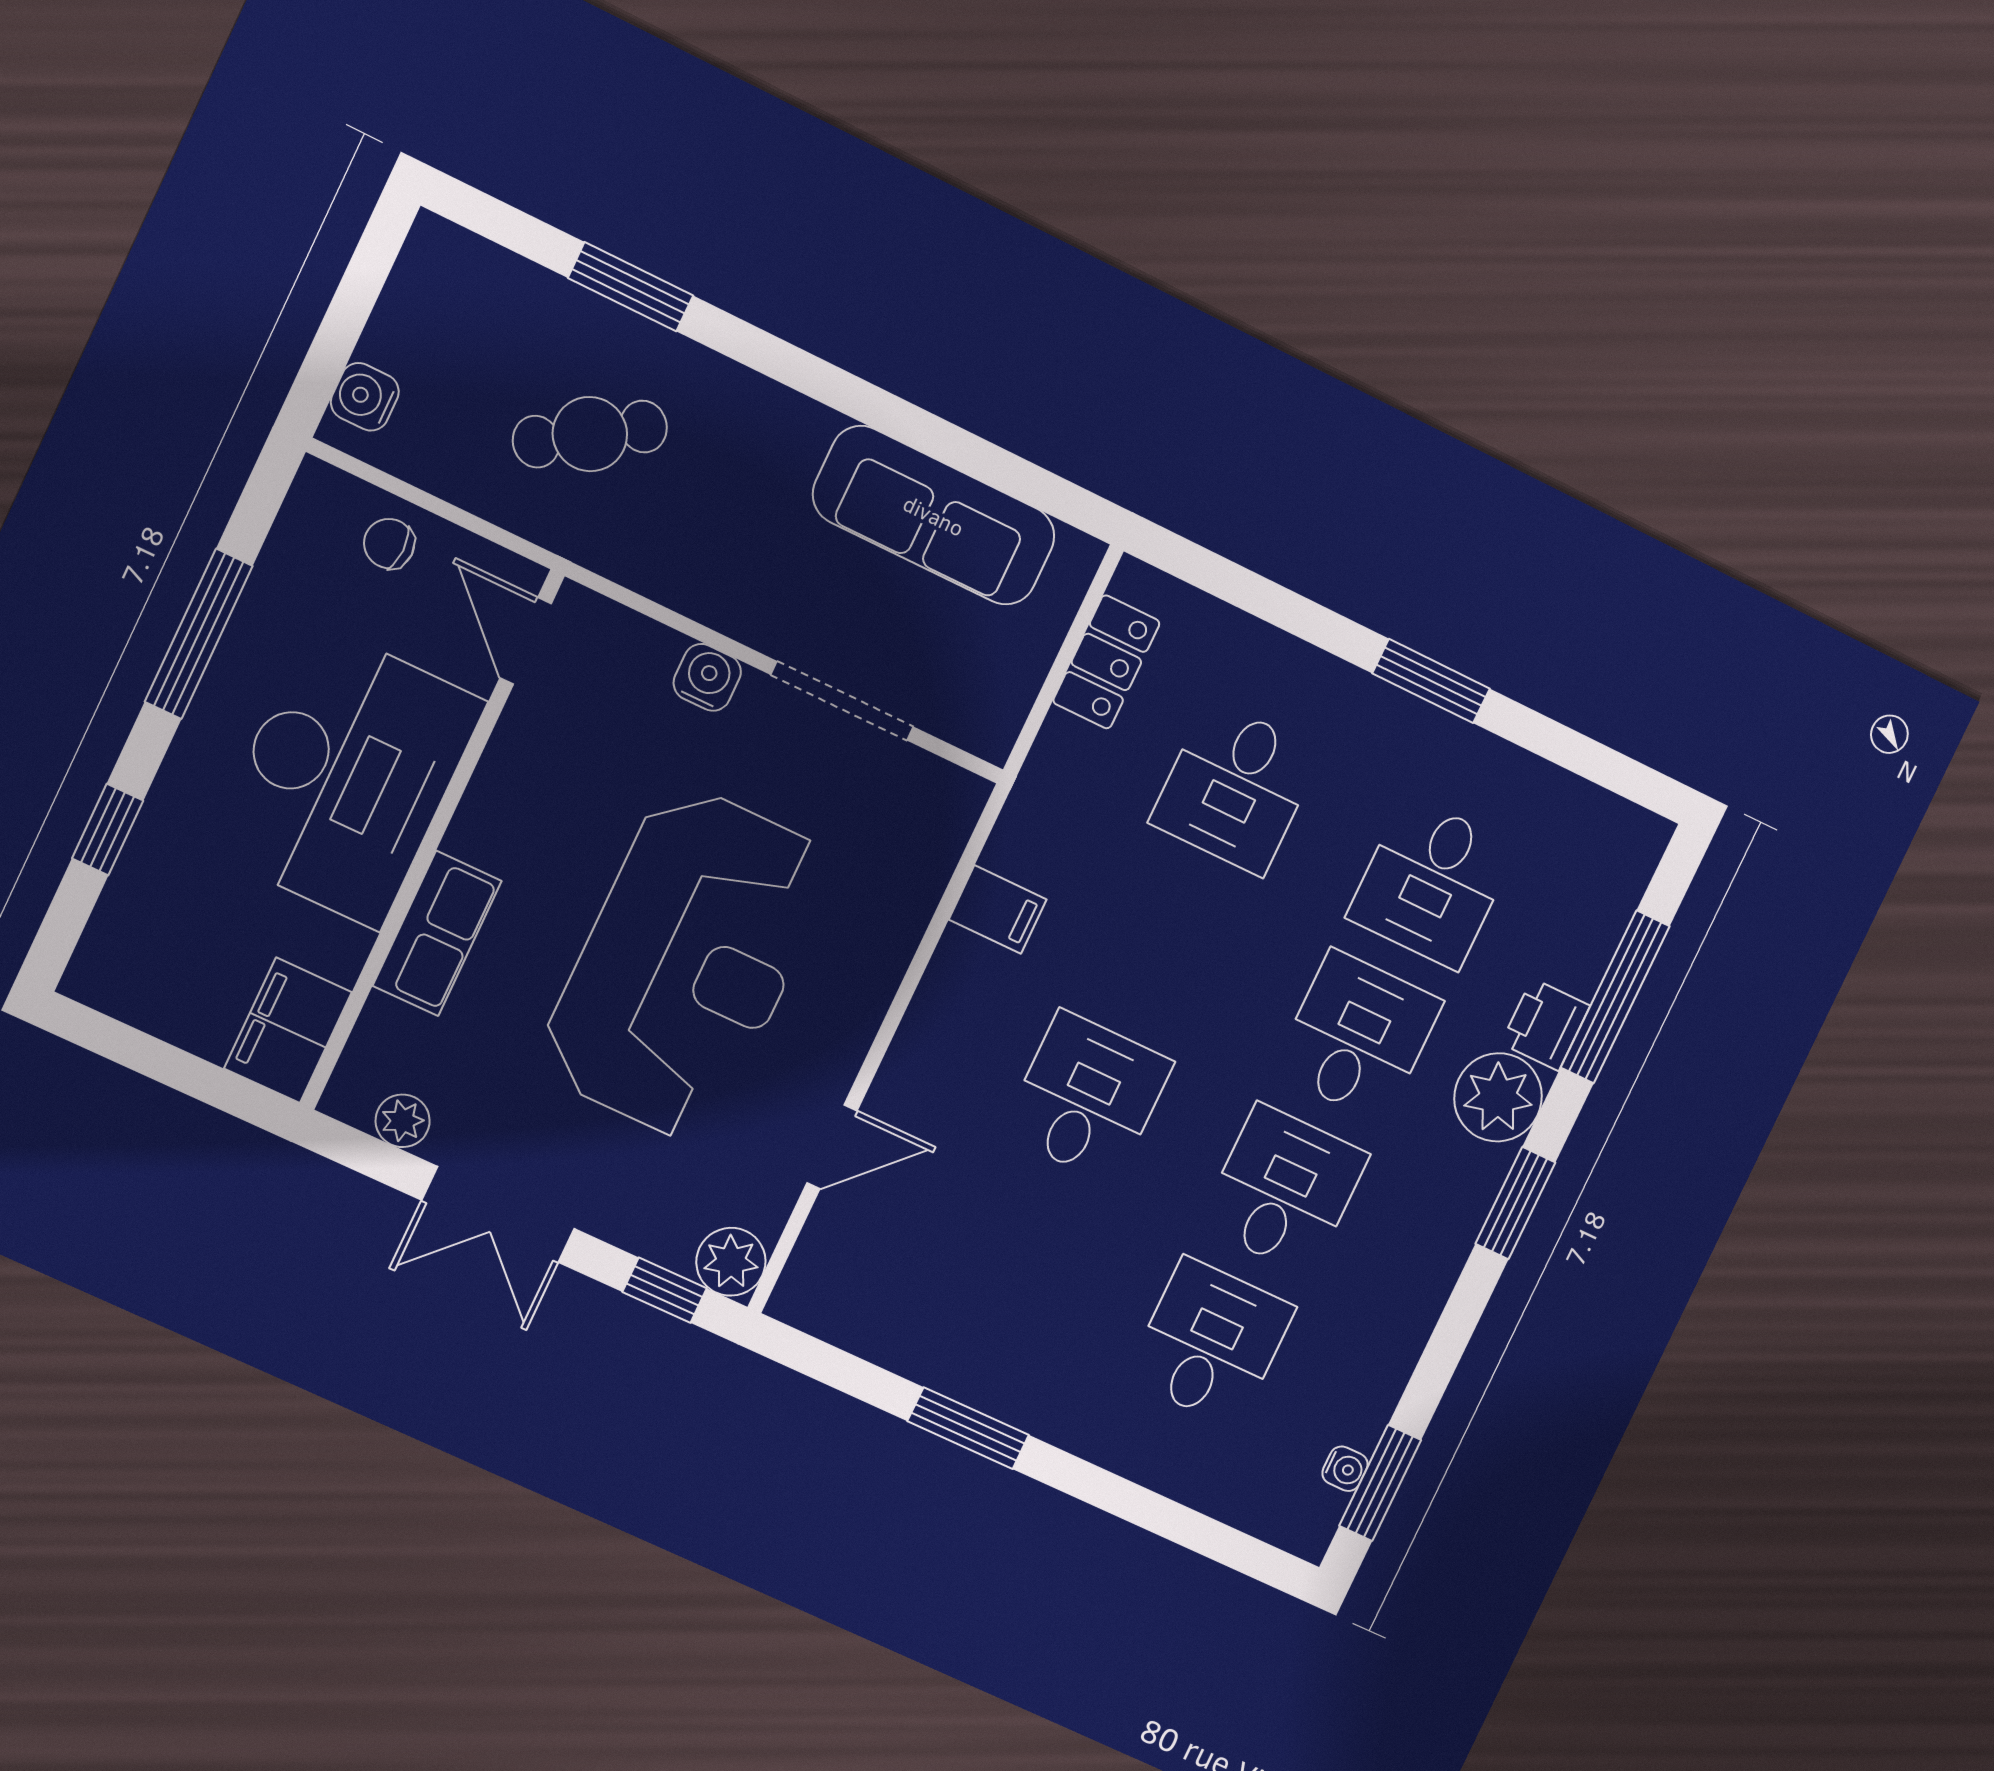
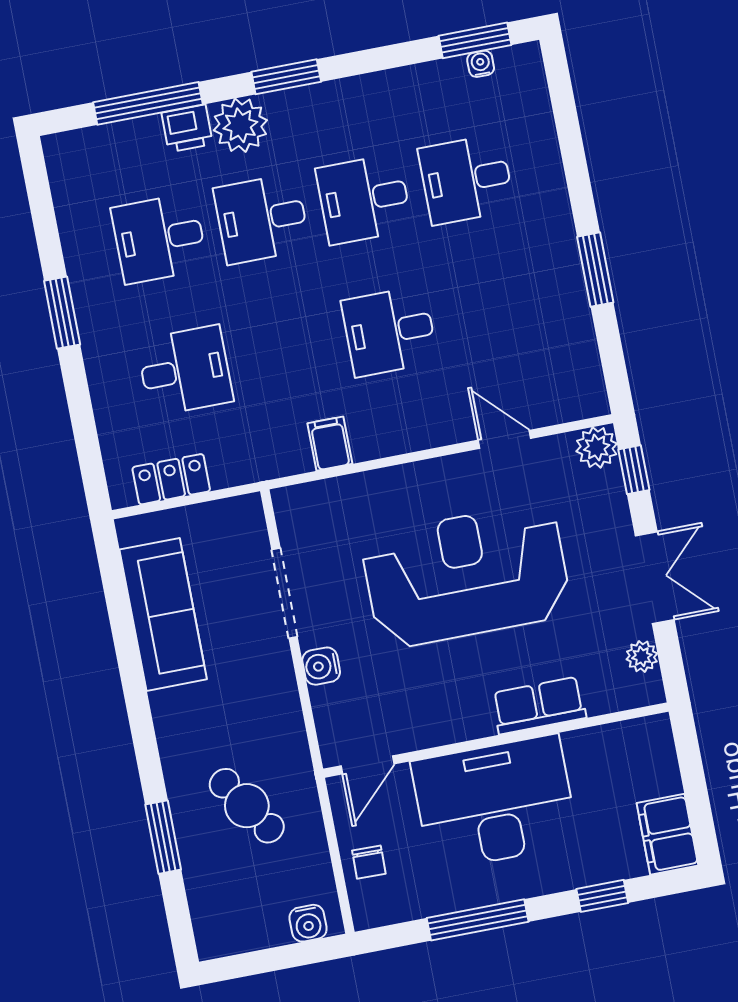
desk: (1432, 882) -> (159, 238), turned 180
filing cabinet: (288, 1030) -> (667, 834), moved, turned 90

